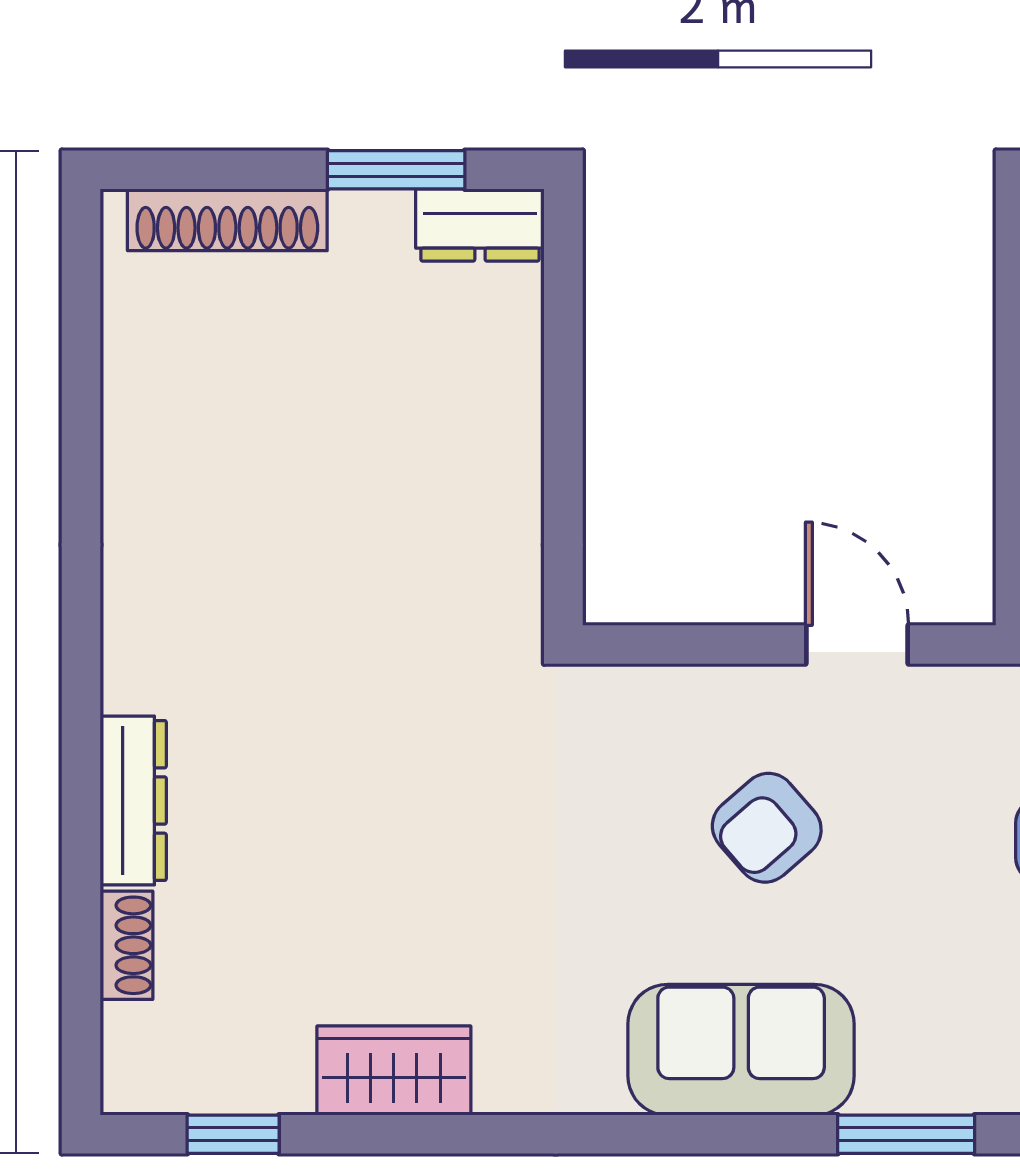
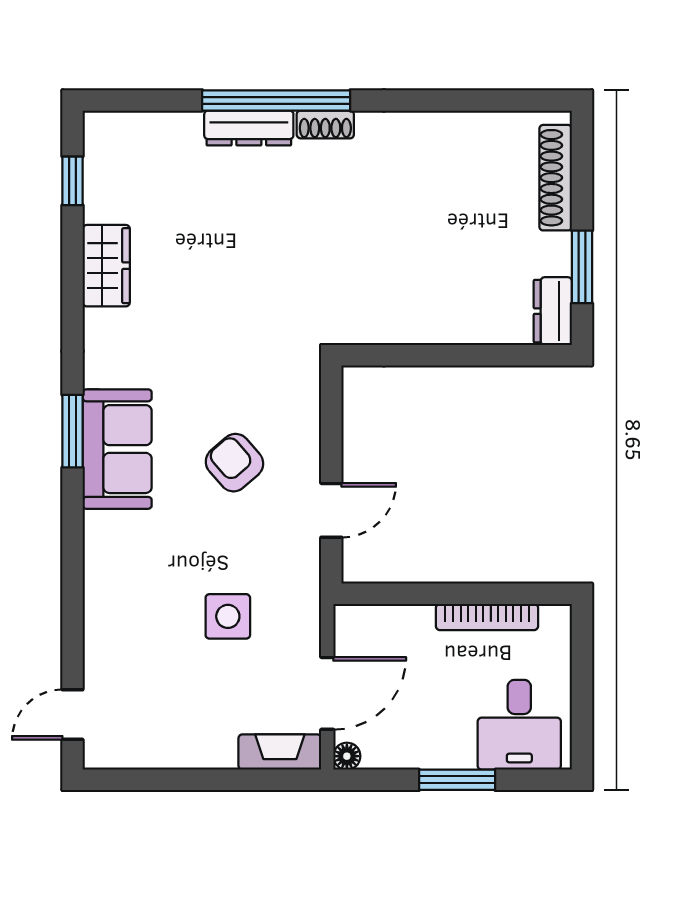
window: (81, 749) -> (276, 100), added
shoe rack: (127, 945) -> (325, 124), moved
window: (906, 1134) -> (73, 431), moved

